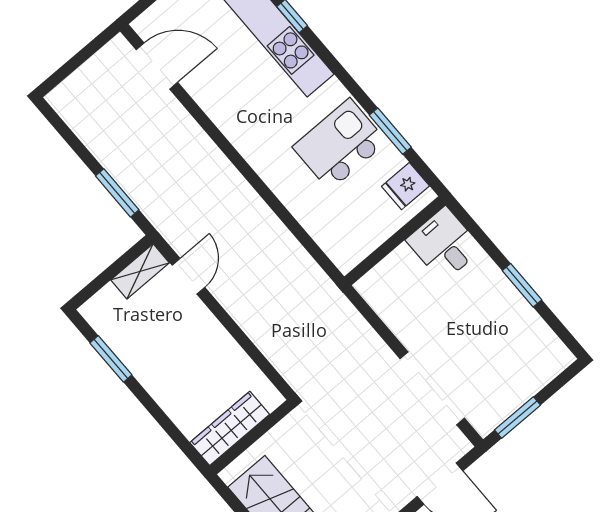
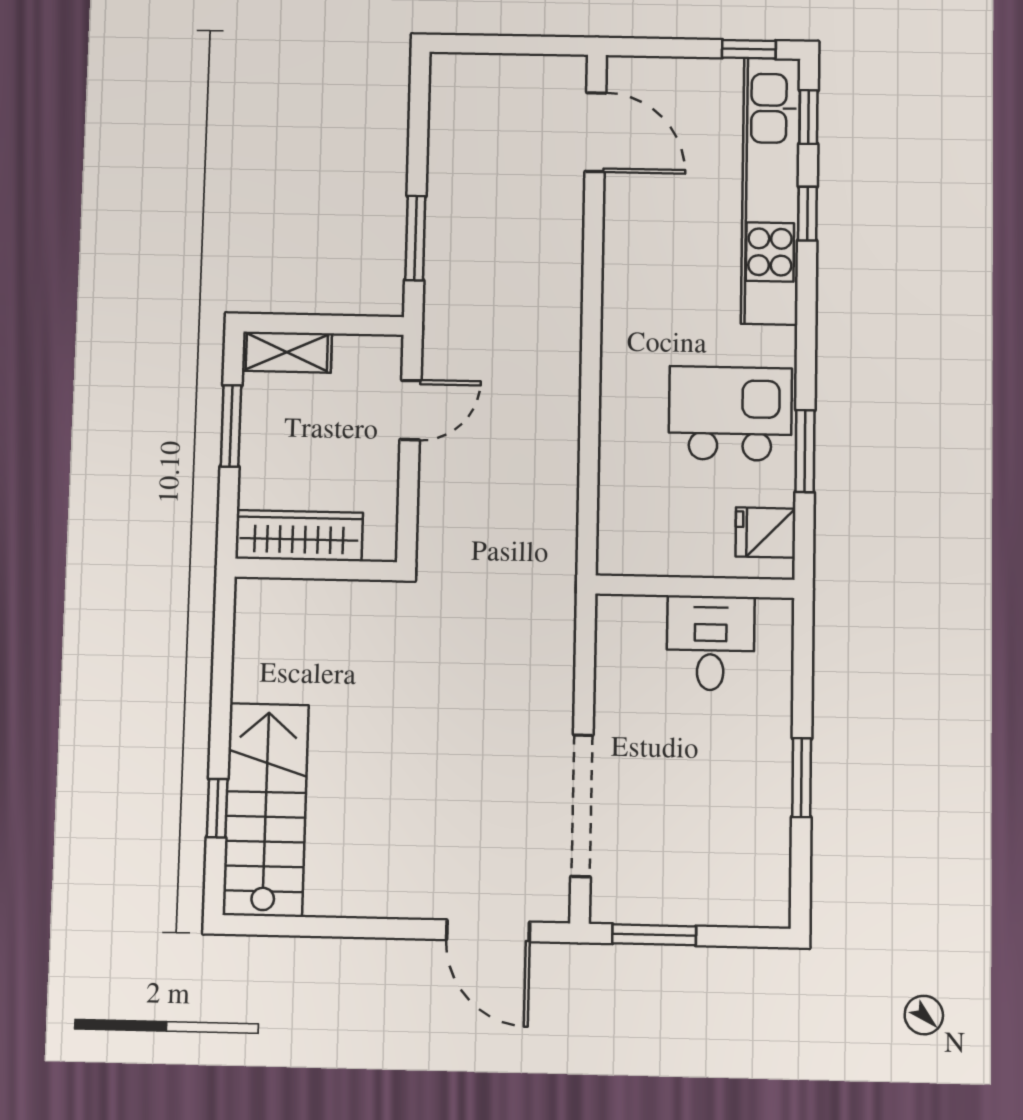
desk: (444, 244) -> (711, 643), moved
shelving: (140, 271) -> (287, 352), moved
wardrobe: (230, 428) -> (299, 536), moved
wall: (252, 437) -> (316, 569), moved

